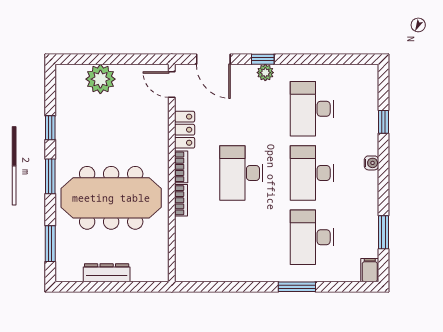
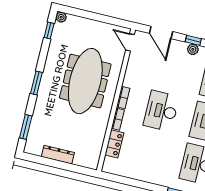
plant: (100, 79) -> (61, 17), moved, width x0.53, depth x0.53
window: (50, 128) -> (49, 31), moved
locker: (185, 130) -> (114, 144), moved
meeting table: (111, 198) -> (85, 81), moved, turned 90

